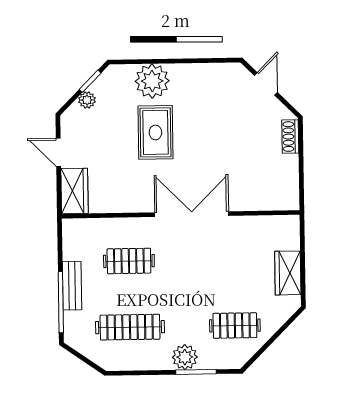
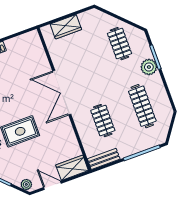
plant: (87, 100) -> (26, 184), moved
door: (58, 152) -> (52, 185), swing flipped
wardrobe: (288, 273) -> (66, 27), moved
bench: (72, 286) -> (104, 159), moved

